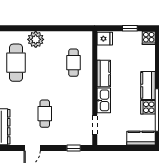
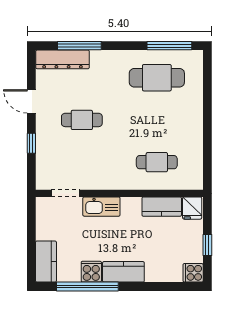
plant: (36, 39) -> (191, 107), removed
kitchen counter: (104, 73) -> (162, 207), moved
window: (74, 148) -> (31, 143), moved

